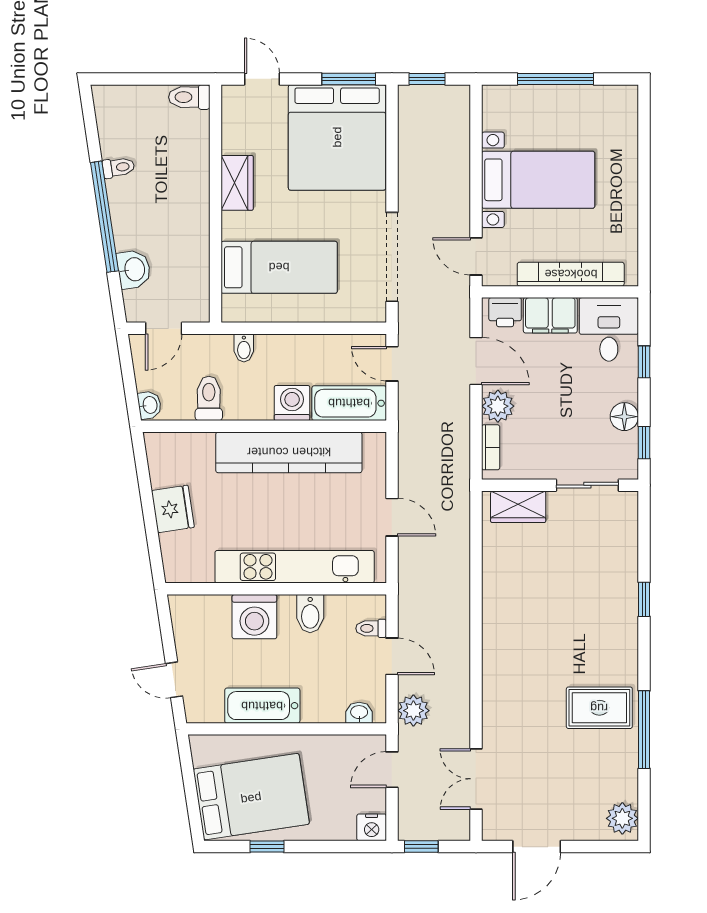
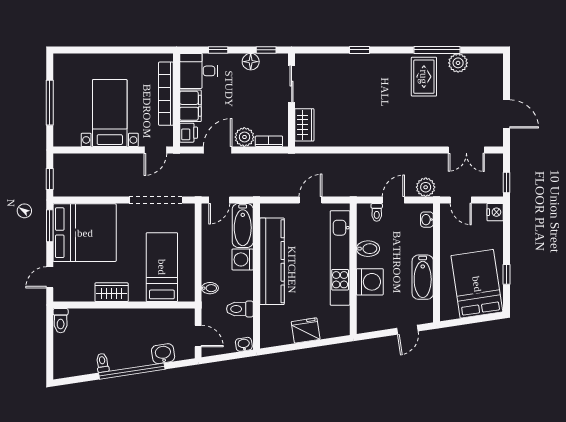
plant: (622, 818) -> (458, 63), moved

